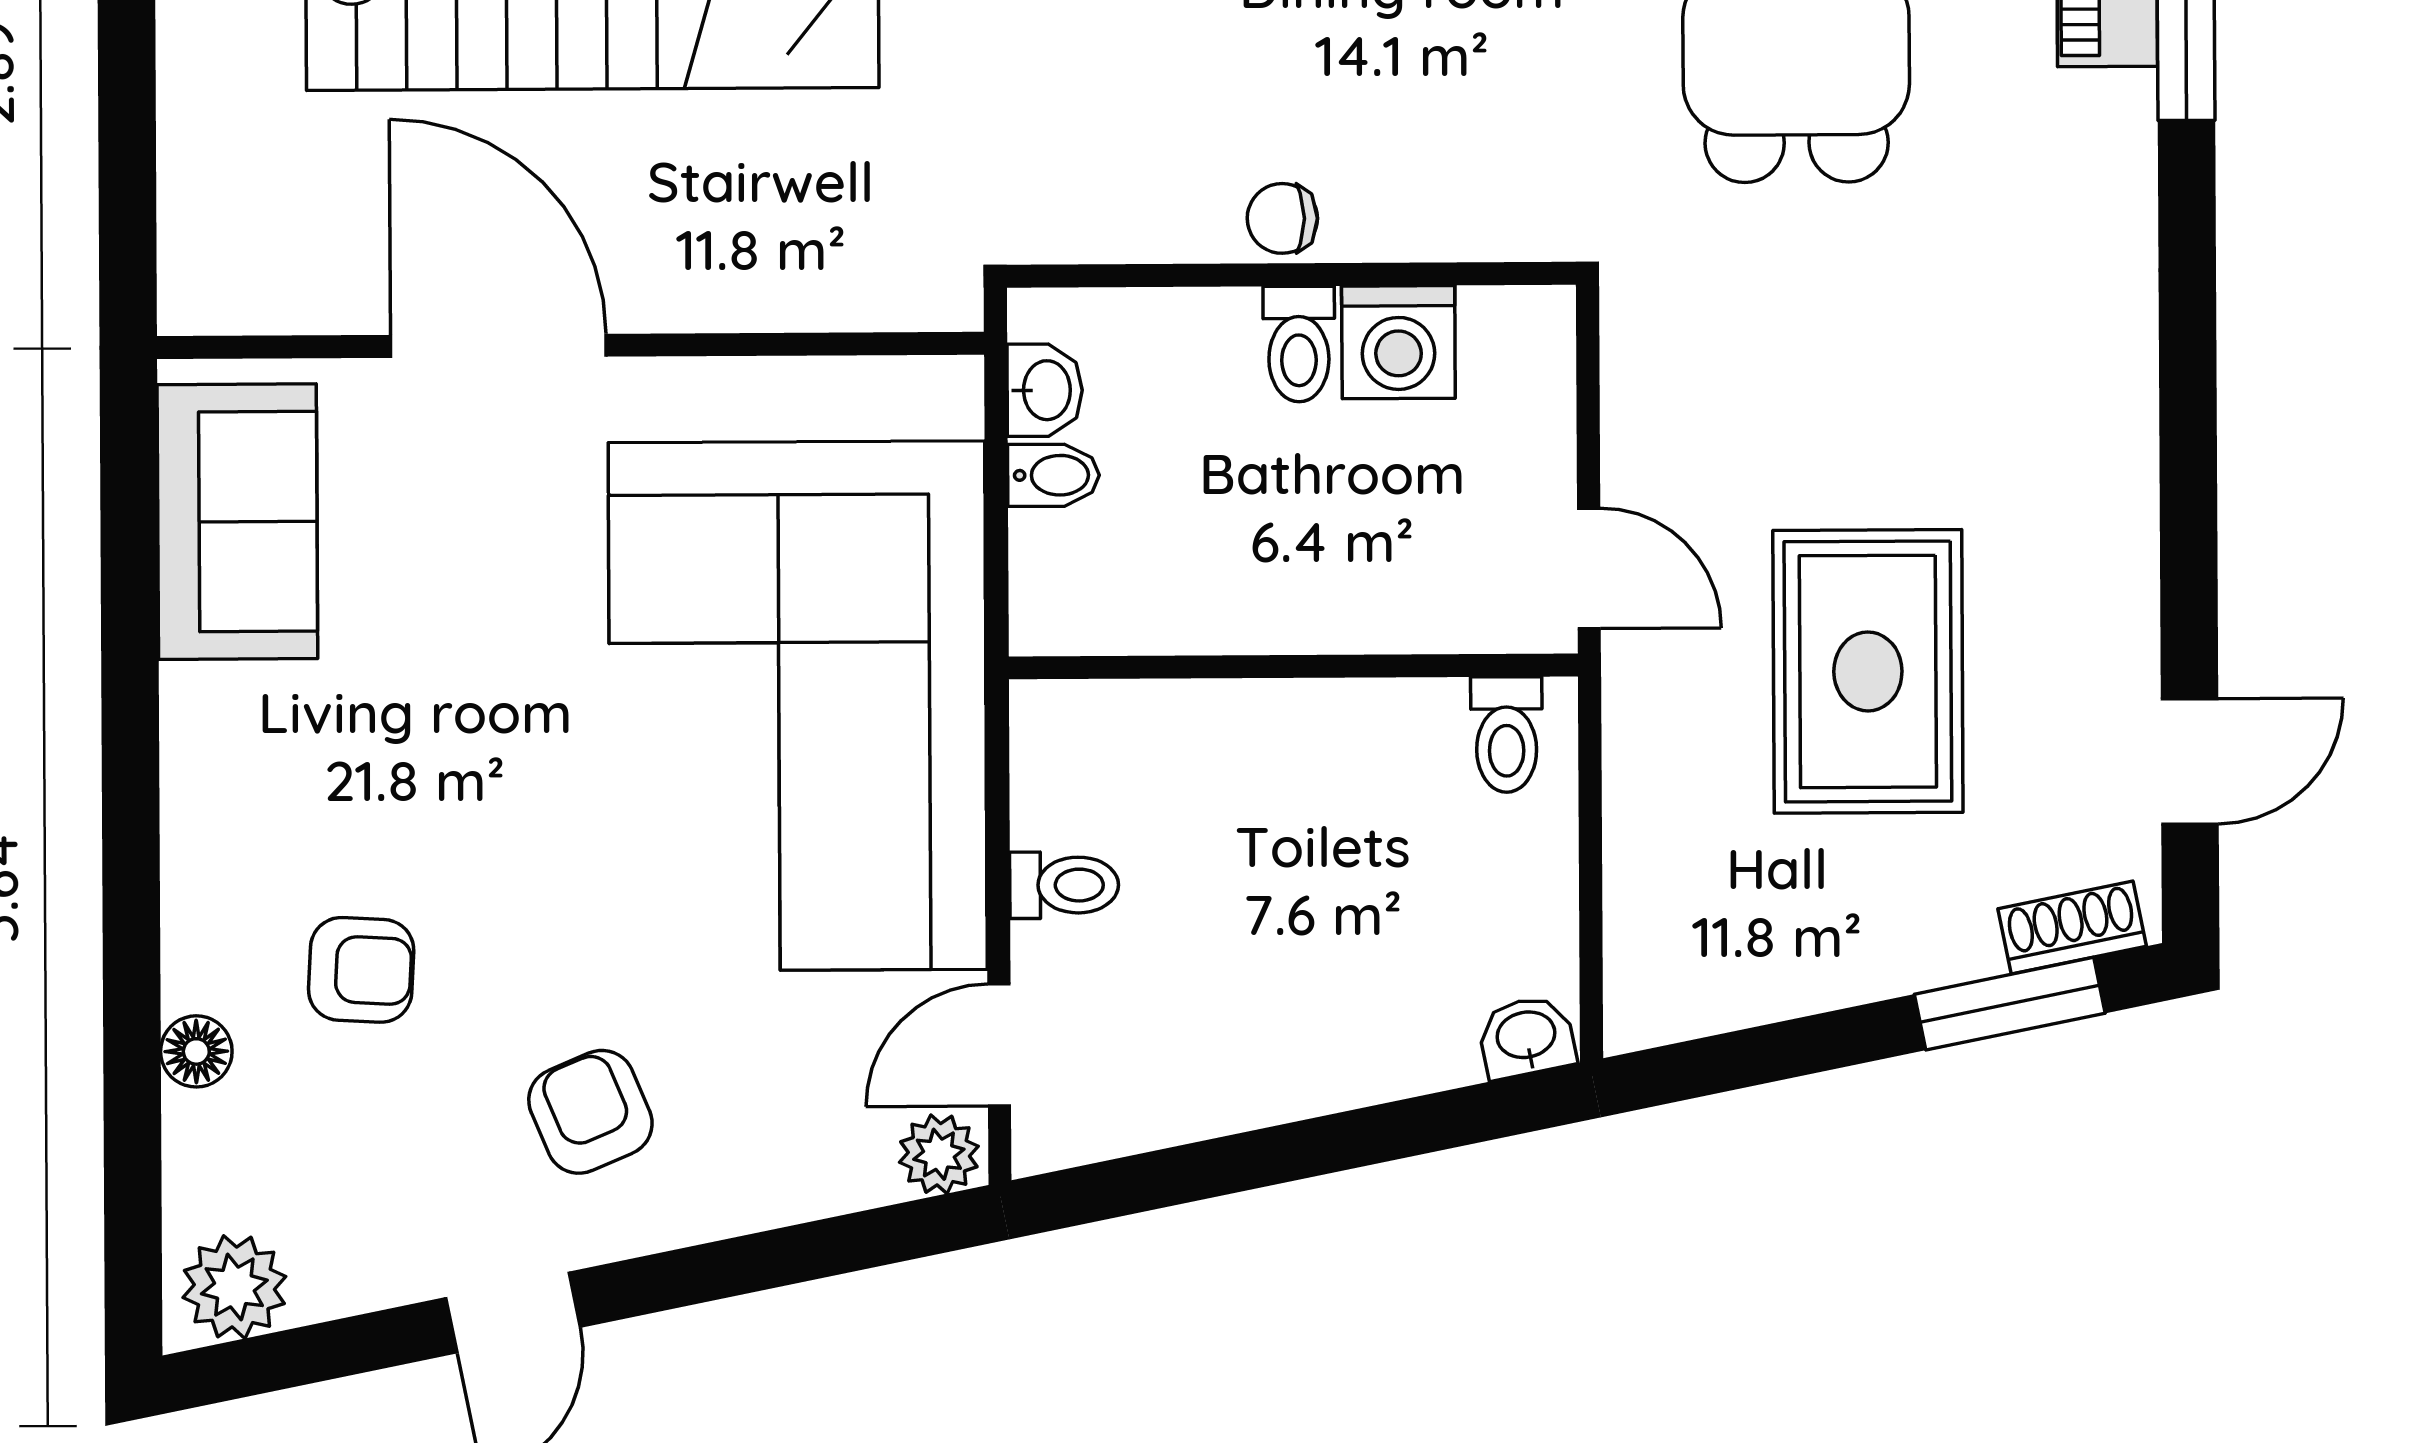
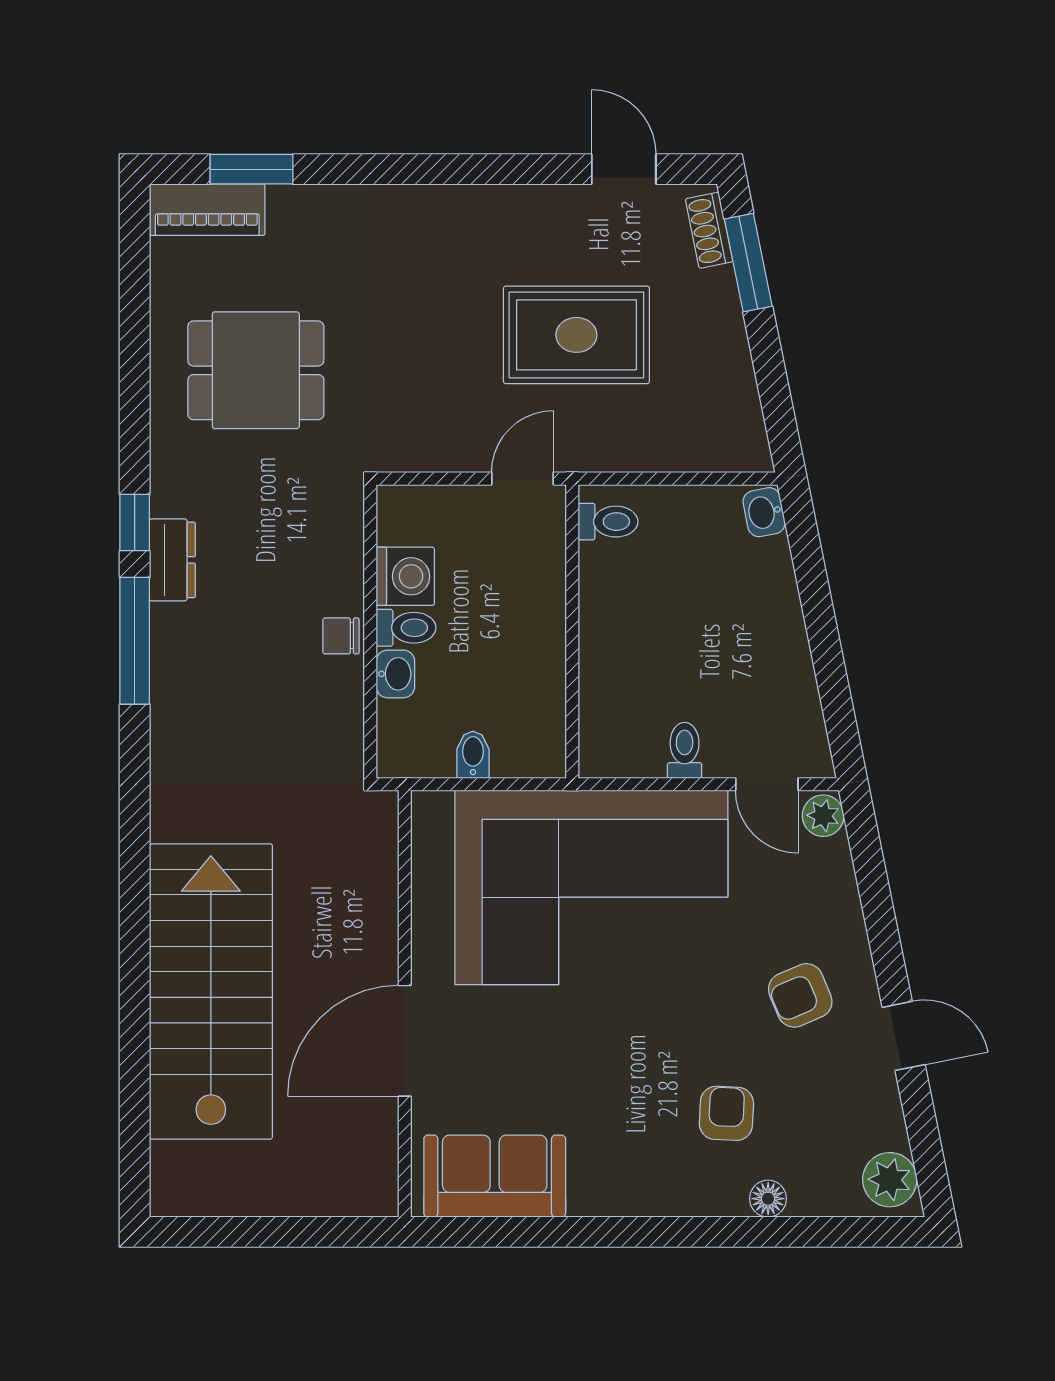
chair: (1282, 218) -> (341, 636), turned 90
washbasin: (1045, 390) -> (395, 674), moved, turned 90

